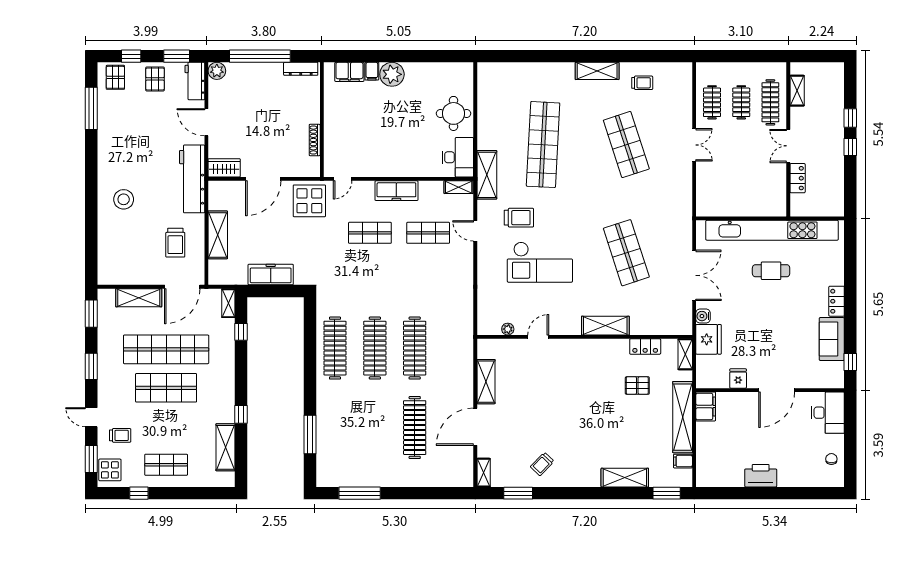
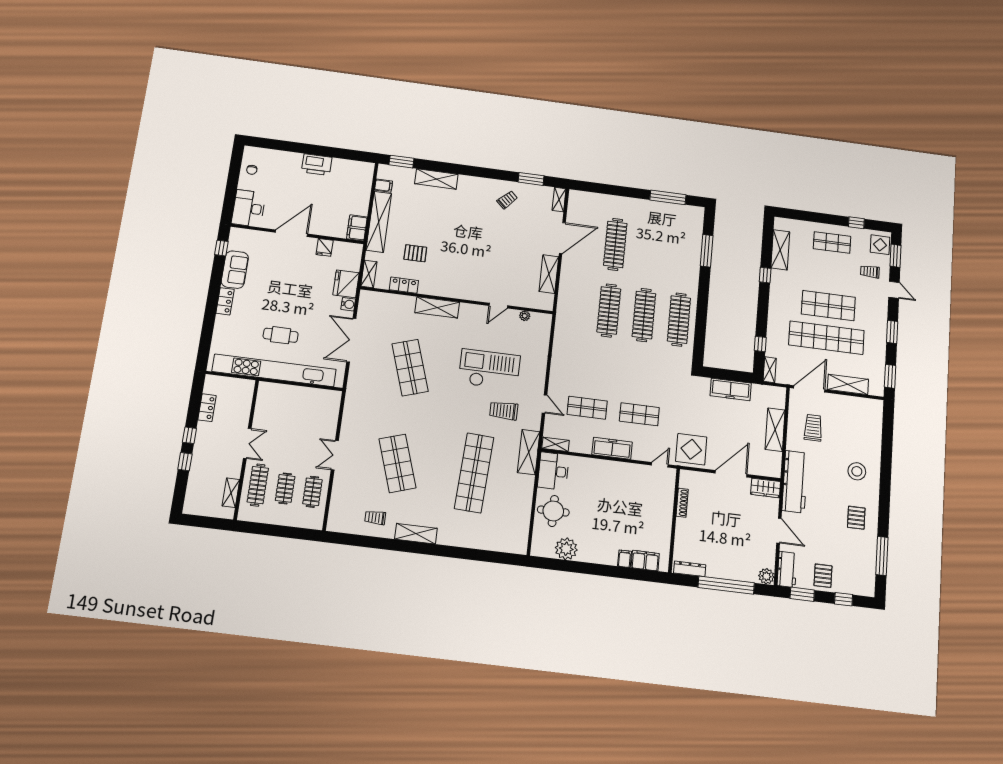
plant: (392, 74) -> (566, 549), moved
pallet: (115, 77) -> (856, 518), moved
locker: (798, 178) -> (207, 408), moved, turned 180

